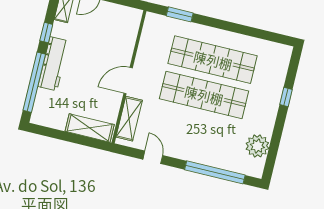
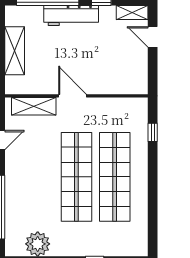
window: (180, 14) -> (153, 132), width x0.67
shelving: (90, 128) -> (15, 51), moved

